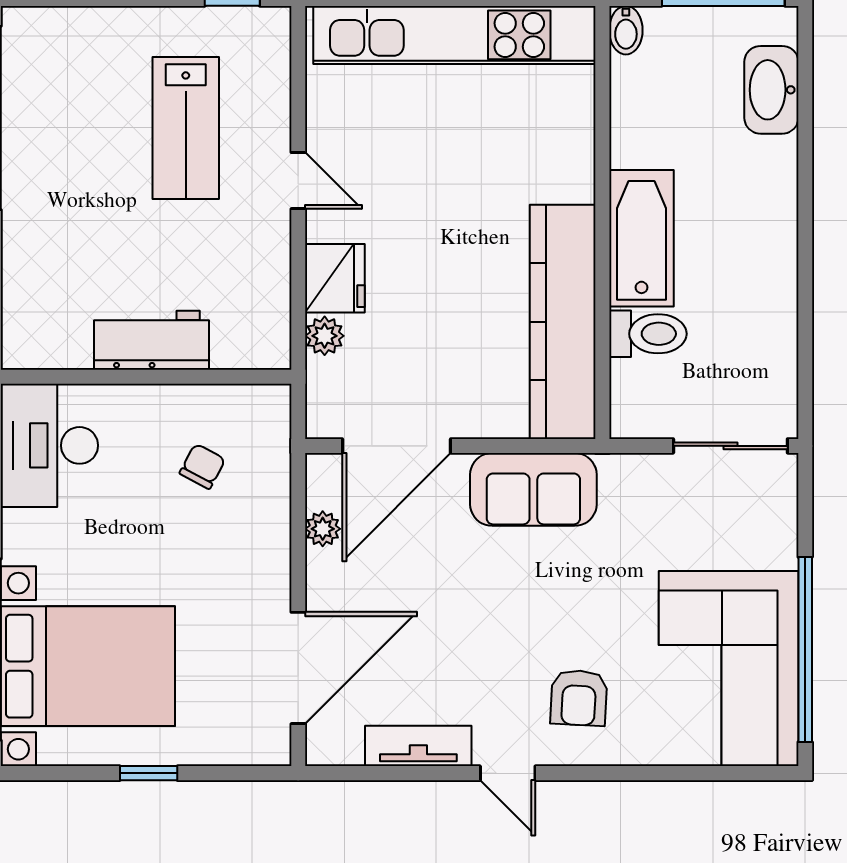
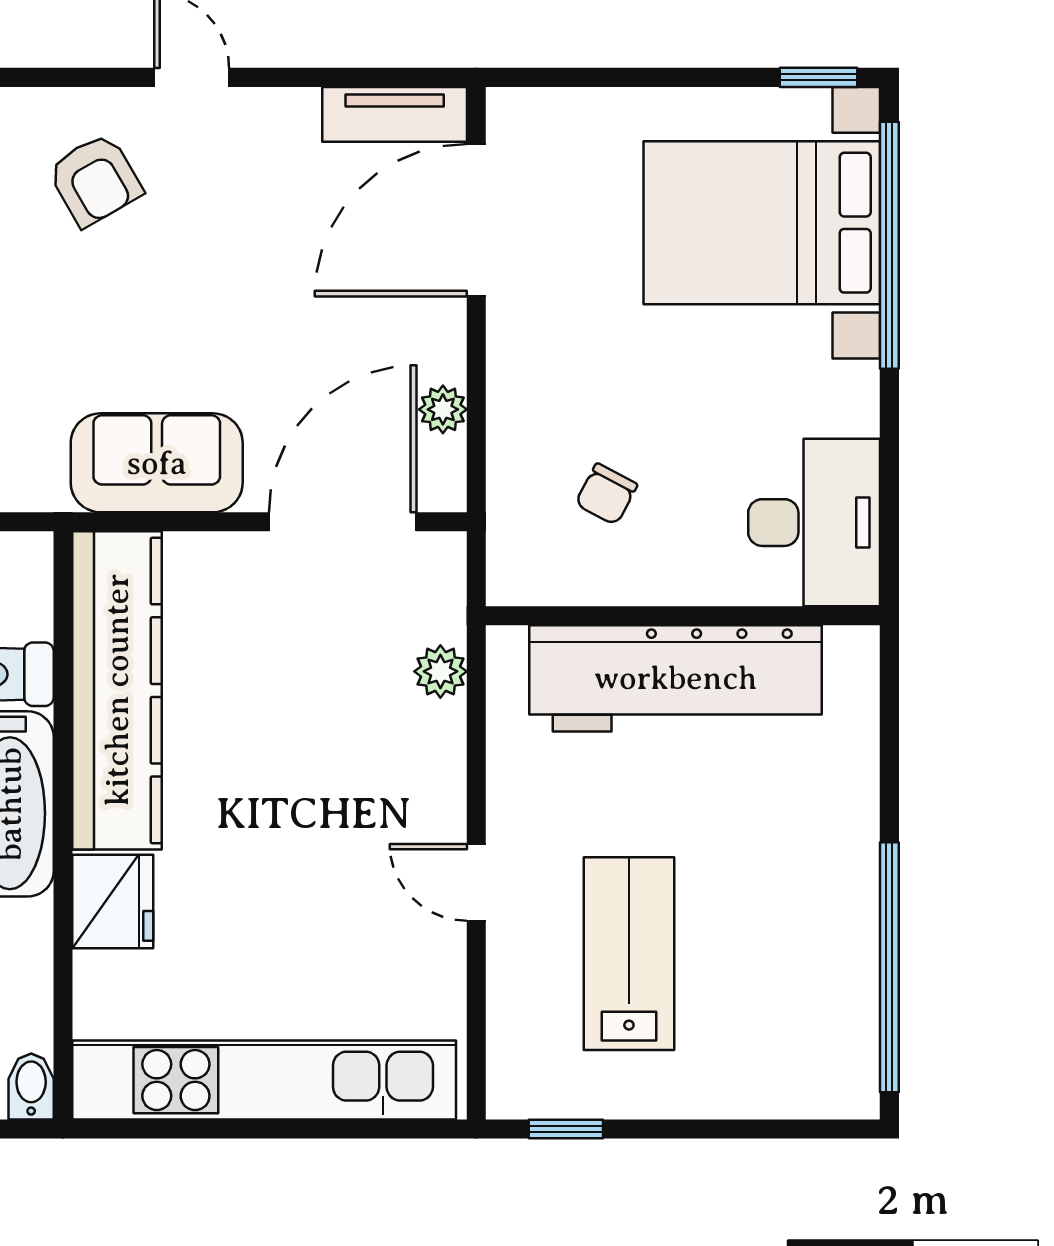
fridge: (335, 278) -> (113, 901), moved, turned 180
workbench: (151, 340) -> (676, 678), width x1.88, depth x1.32
armchair: (579, 698) -> (95, 180), turned 147
tv unit: (418, 746) -> (395, 114), moved
window: (149, 773) -> (818, 77), moved

